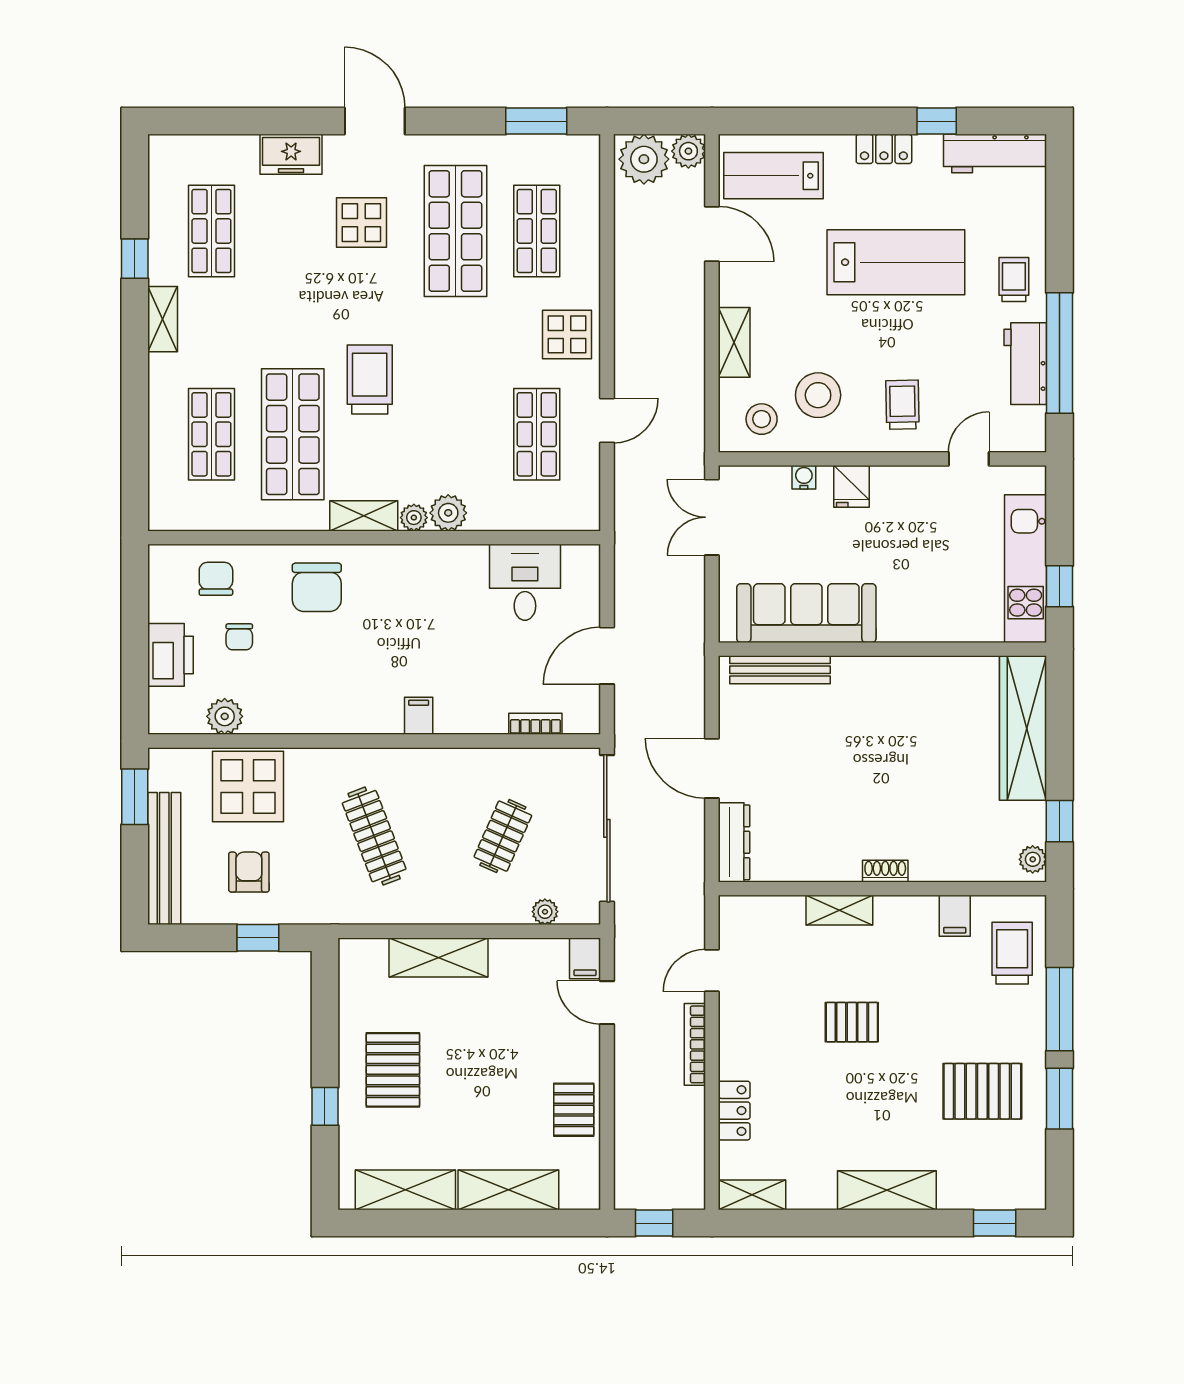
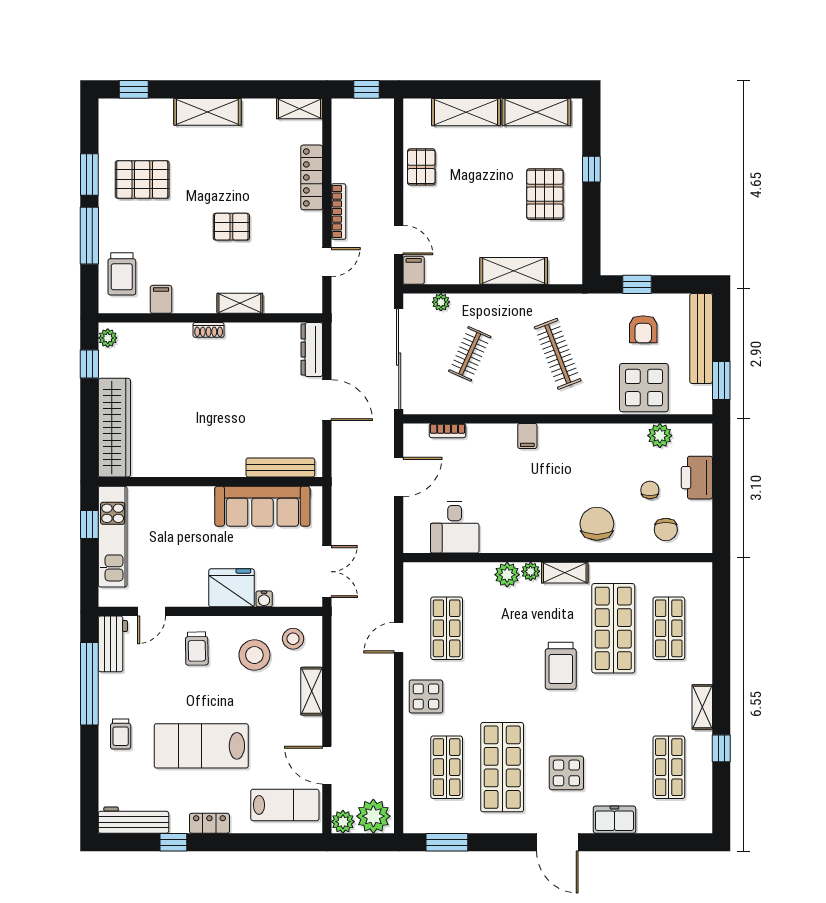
workbench: (1025, 364) -> (113, 644), moved
fridge: (851, 486) -> (232, 588), width x1.88, depth x1.34
locker: (734, 1111) -> (312, 177), width x1.53

